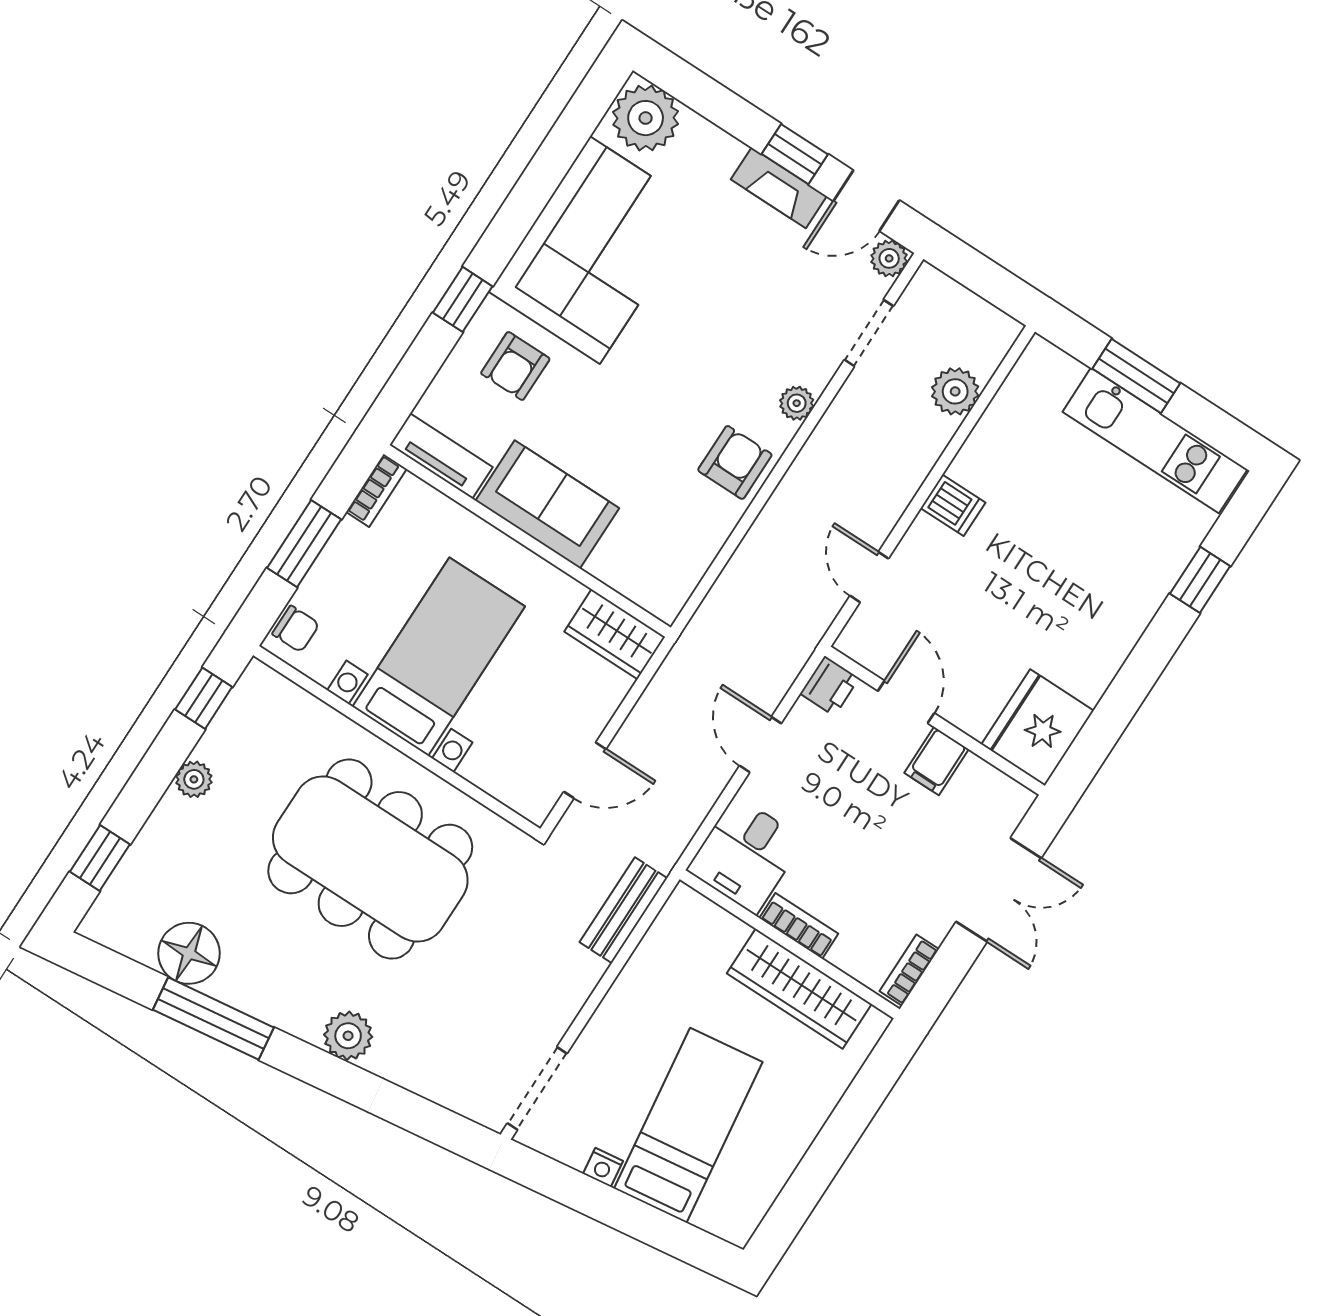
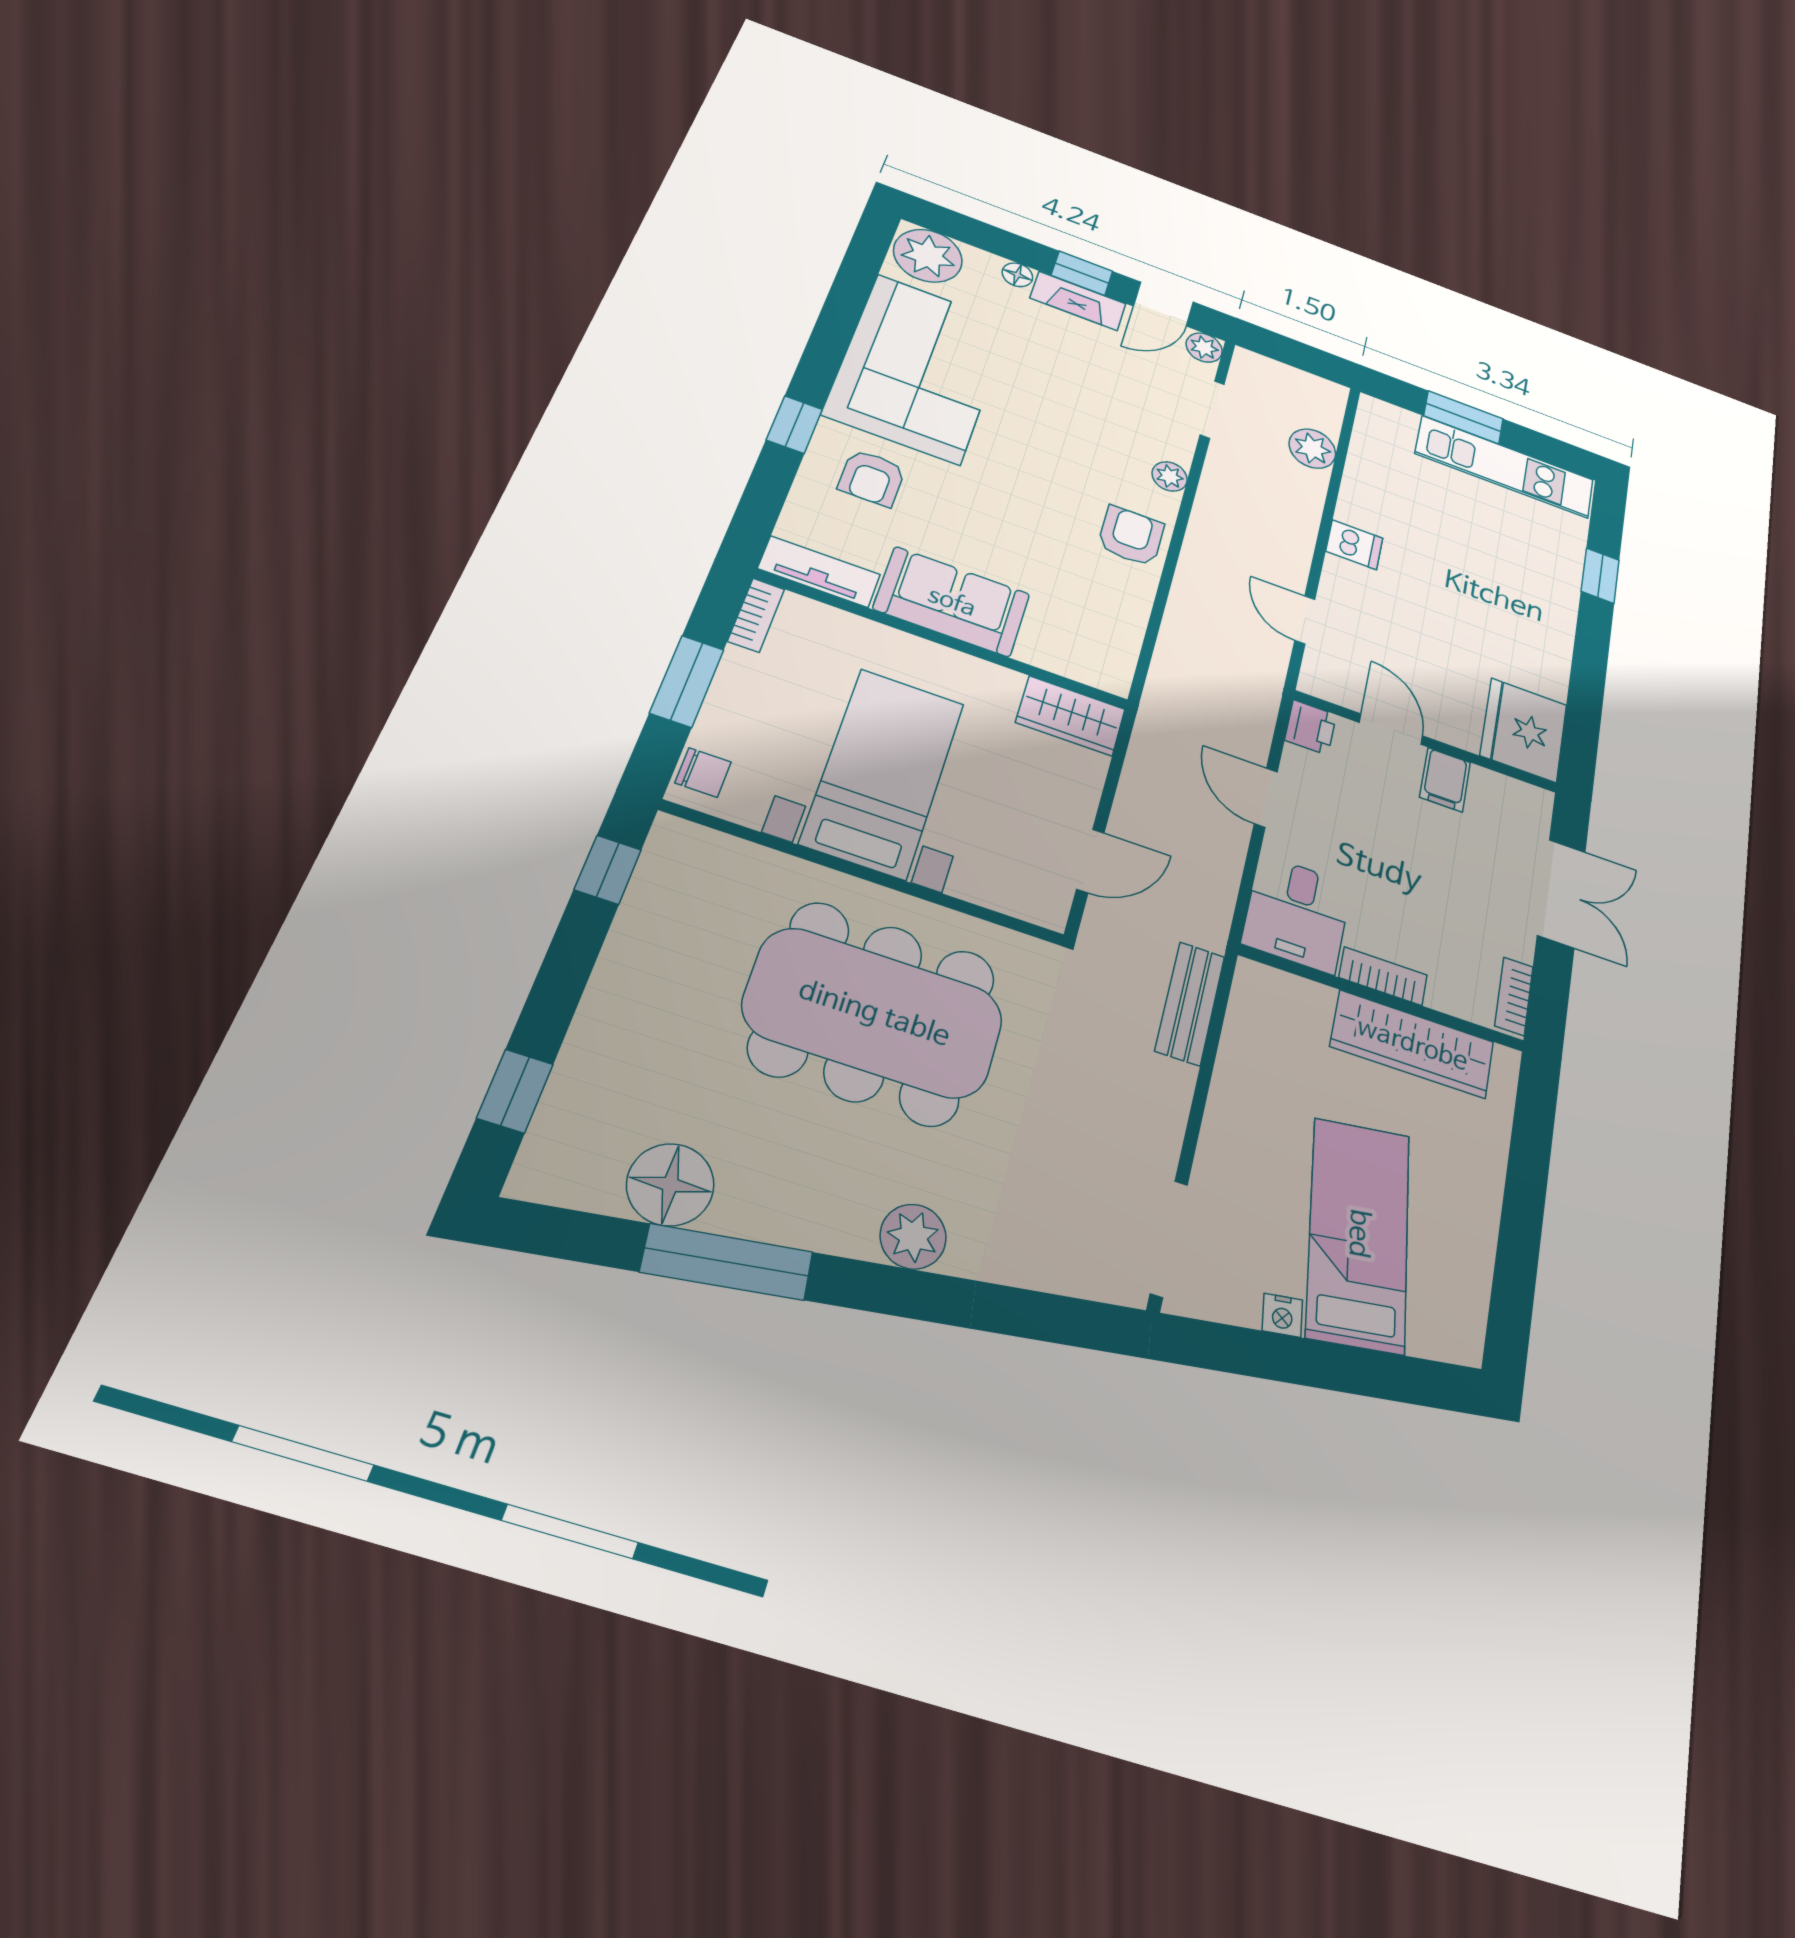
floor lamp: (728, 150) -> (1017, 275), added
plant: (194, 779) -> (620, 967), removed

